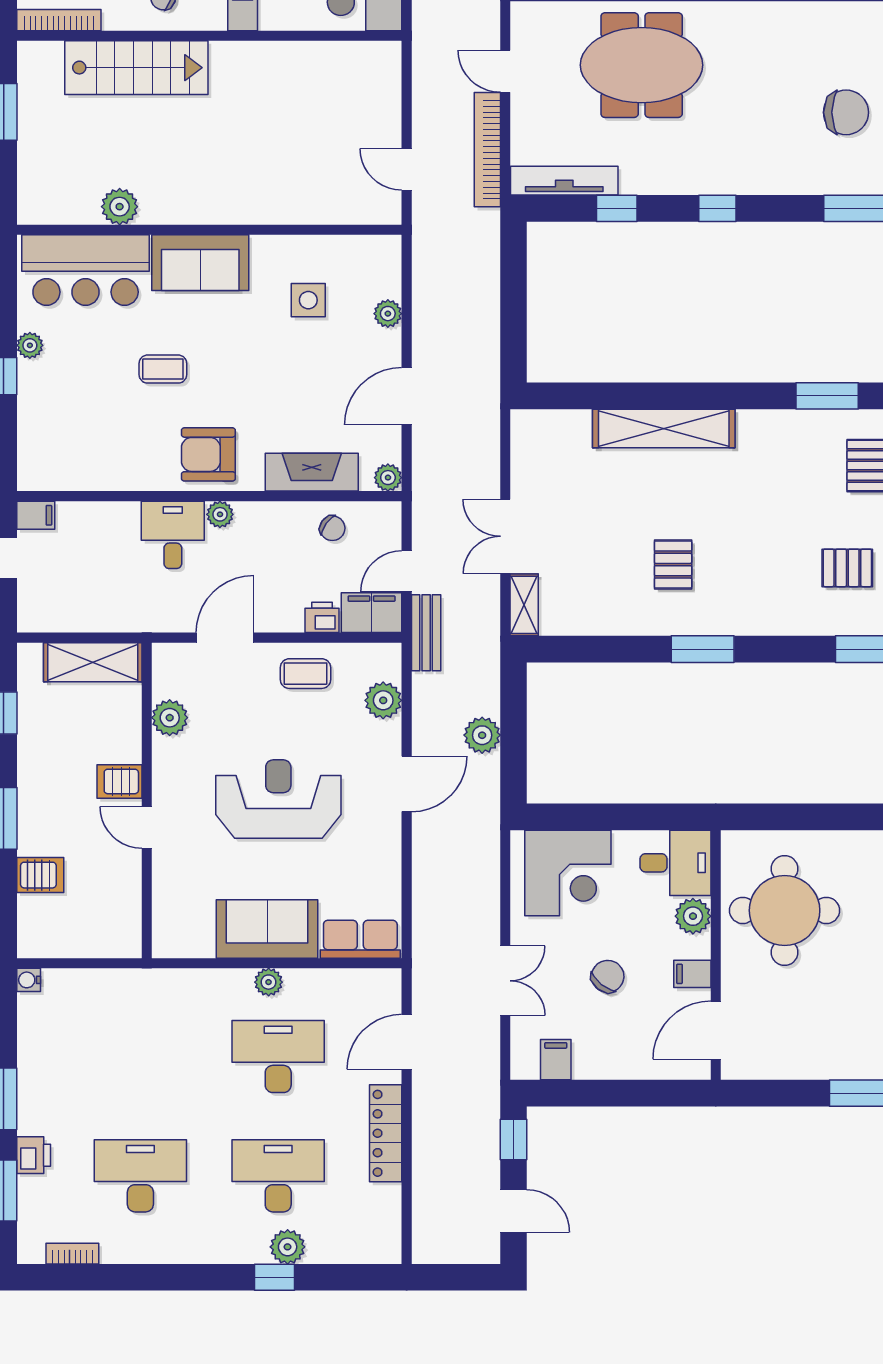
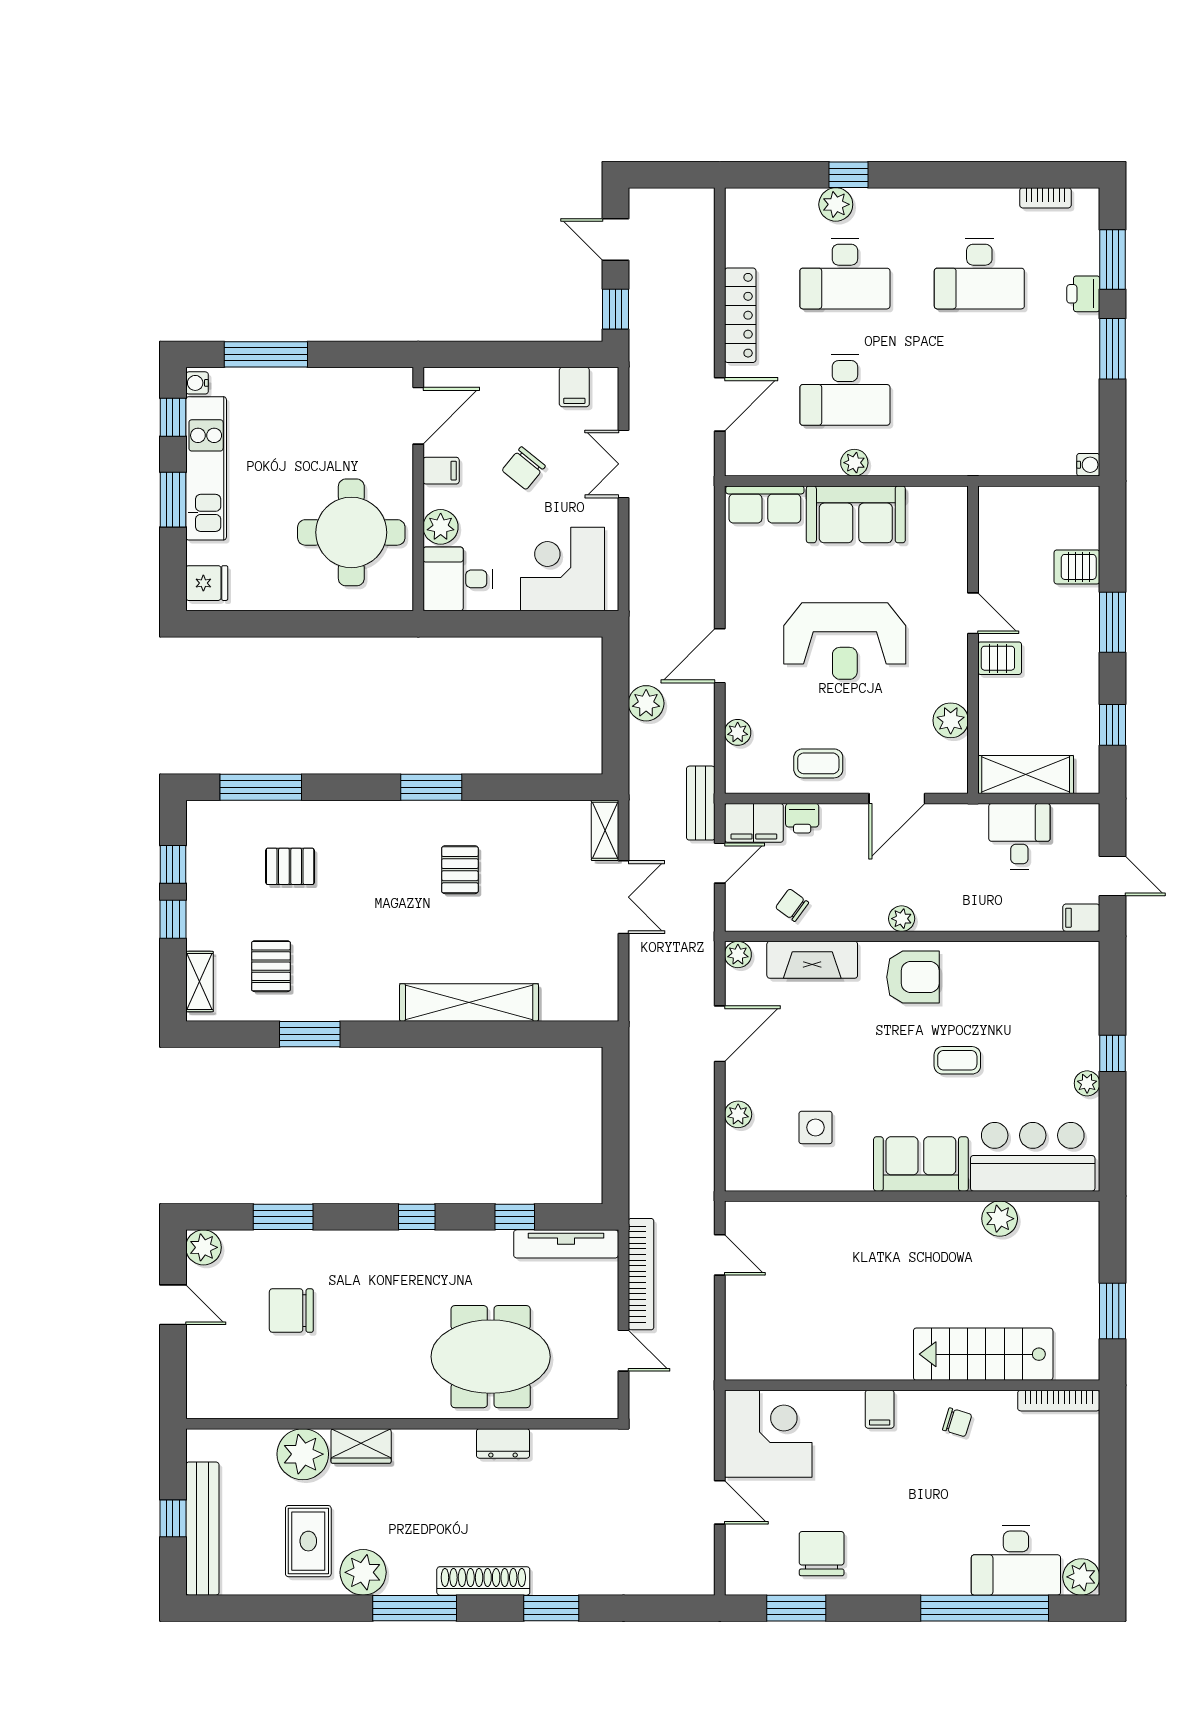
desk: (173, 535) -> (1019, 836), moved, turned 180
plant: (383, 700) -> (738, 732), width x0.73, depth x0.73

